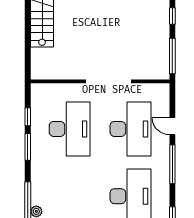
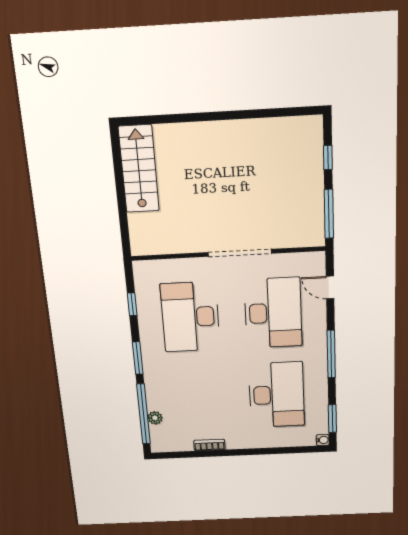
door: (172, 126) -> (330, 287), moved
desk: (70, 129) -> (190, 317), turned 180
window: (28, 147) -> (138, 358), moved

